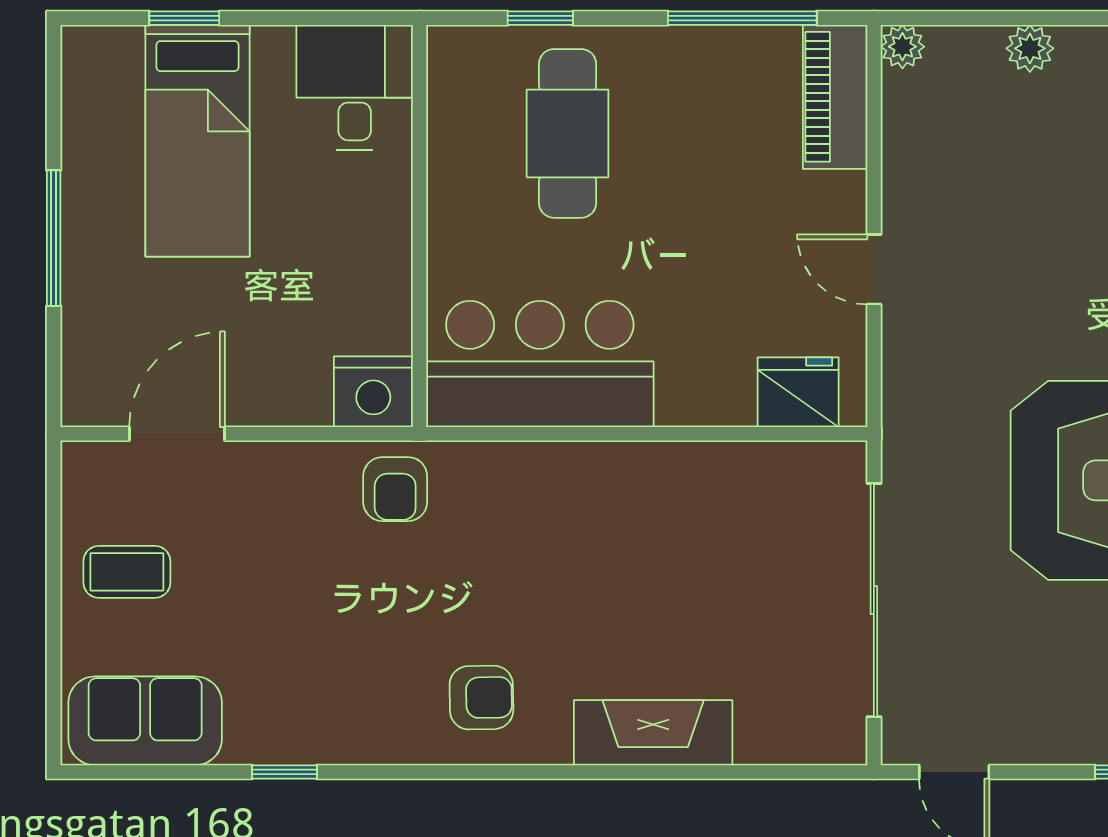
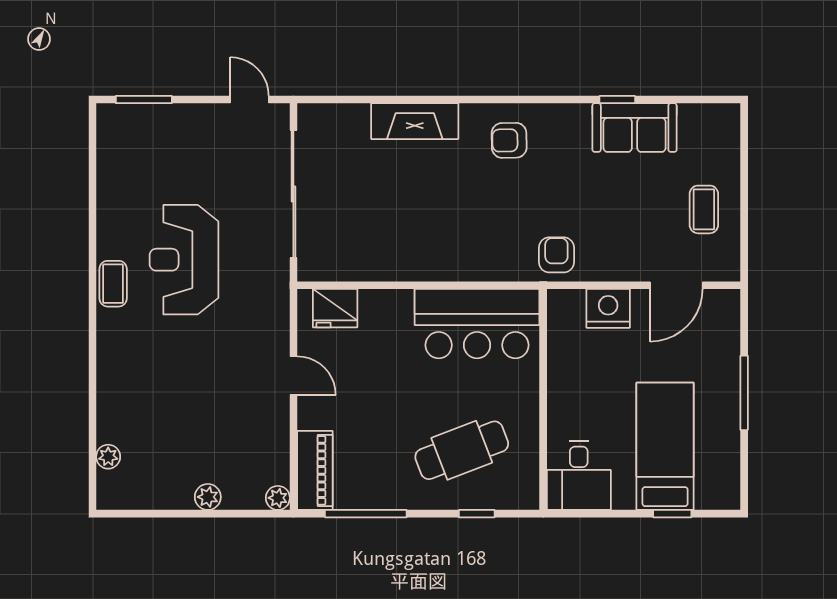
cafe table: (568, 133) -> (462, 450), turned 69
nightstand: (373, 392) -> (608, 308), moved
coffee table: (127, 572) -> (704, 209), turned 90
sofa: (145, 721) -> (635, 128), moved

